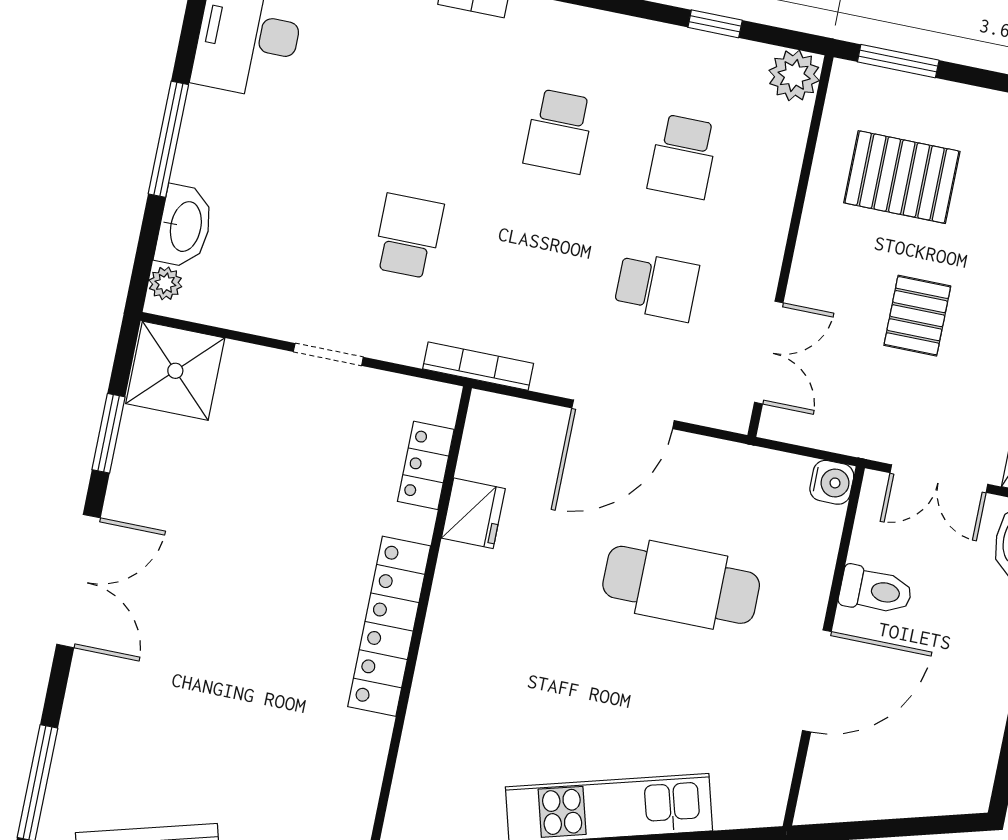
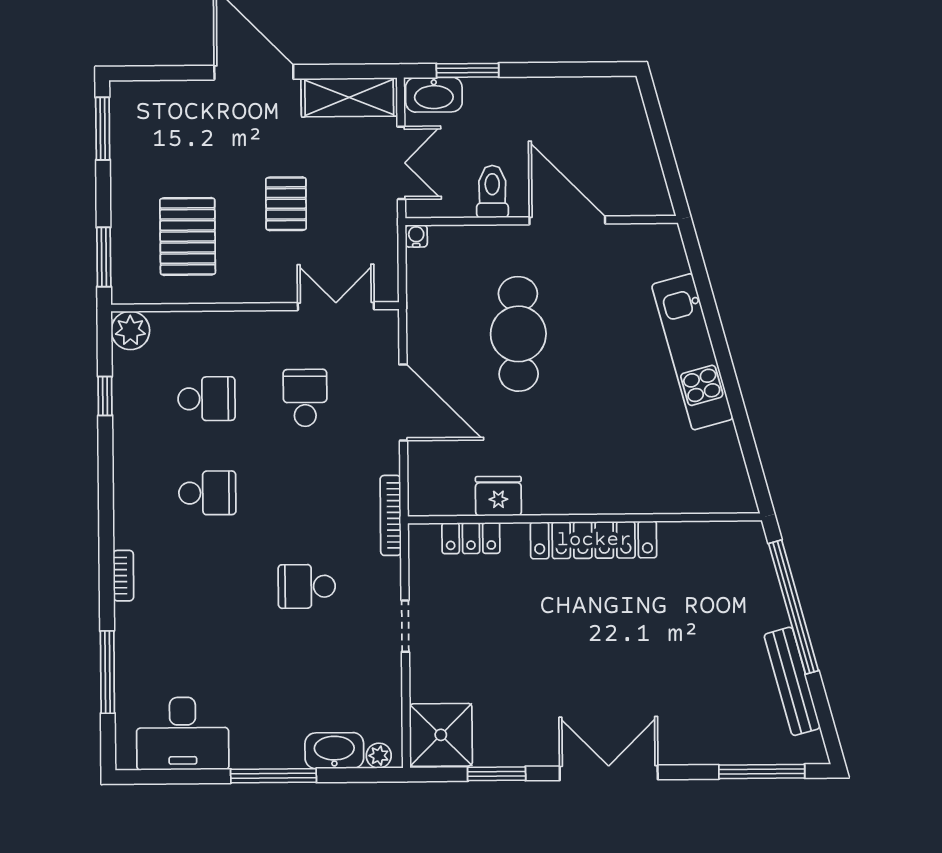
pallet: (917, 316) -> (286, 204), turned 90
water cooler: (832, 482) -> (416, 236), width x0.72, depth x0.72

